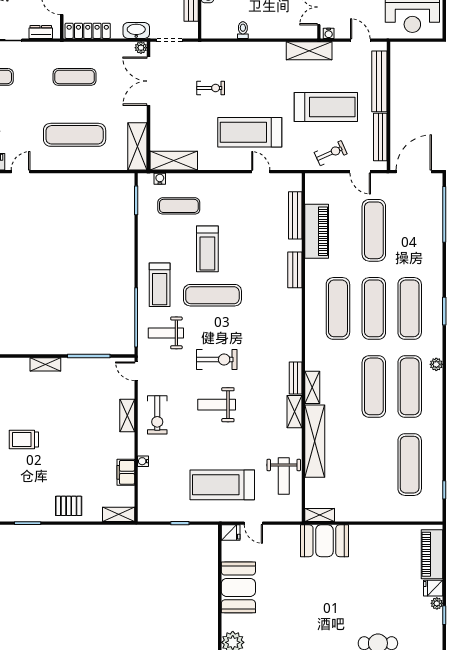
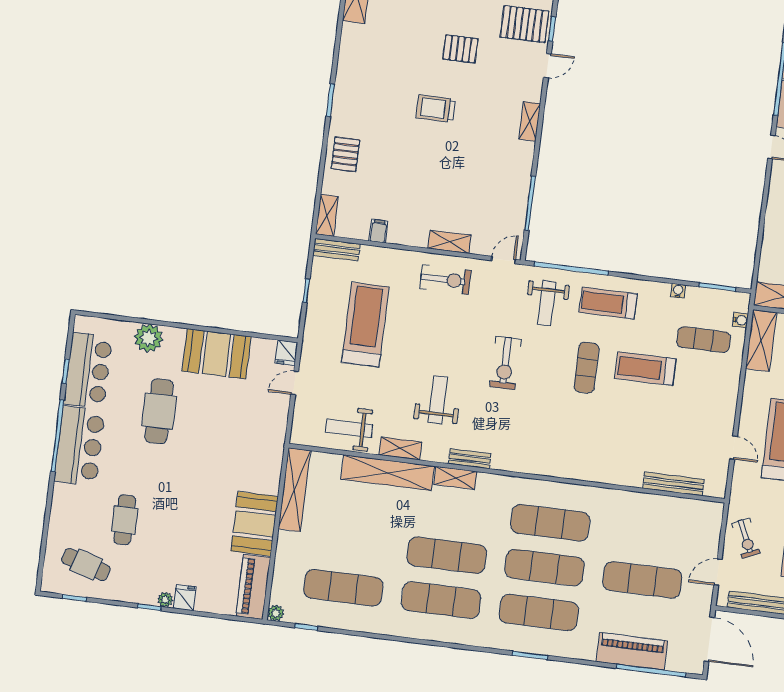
door: (261, 172) -> (734, 448), hinge flipped
exercise mat: (179, 206) -> (704, 340), turned 90
piano: (317, 231) -> (632, 651), moved, turned 180
bench: (295, 270) -> (336, 250), moved
exercise mat: (212, 295) -> (587, 368), width x0.73, depth x0.69
weight bench: (166, 333) -> (547, 303), turned 180
shelving: (45, 364) -> (530, 121), moved
plant: (436, 364) -> (276, 613), moved
weight bench: (217, 405) -> (438, 400), moved
shelving: (295, 412) -> (400, 448), moved
exercise bike: (157, 415) -> (445, 280), turned 180
trolley: (24, 439) -> (436, 109), turned -90
water cooler: (143, 461) -> (678, 291), moved
filing cabinet: (126, 472) -> (378, 231), width x0.50
treadmill: (222, 485) -> (365, 325), moved
shelving: (320, 515) -> (294, 490), width x2.20, depth x1.33
booth: (324, 541) -> (254, 524), moved
piano: (432, 554) -> (253, 587), moved, turned -90
cafe table: (289, 627) -> (159, 411), added

